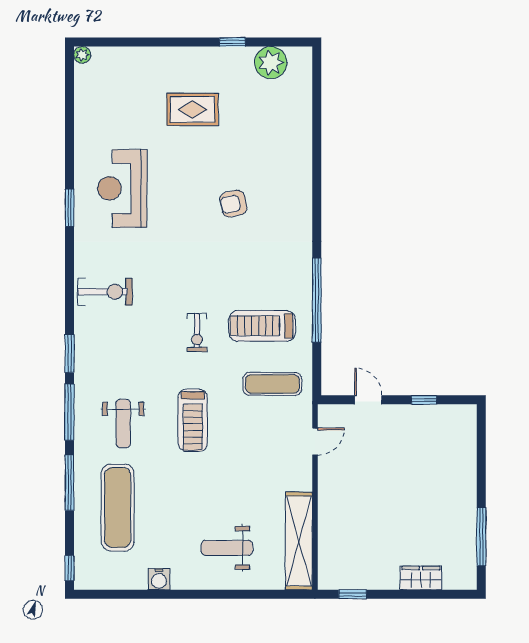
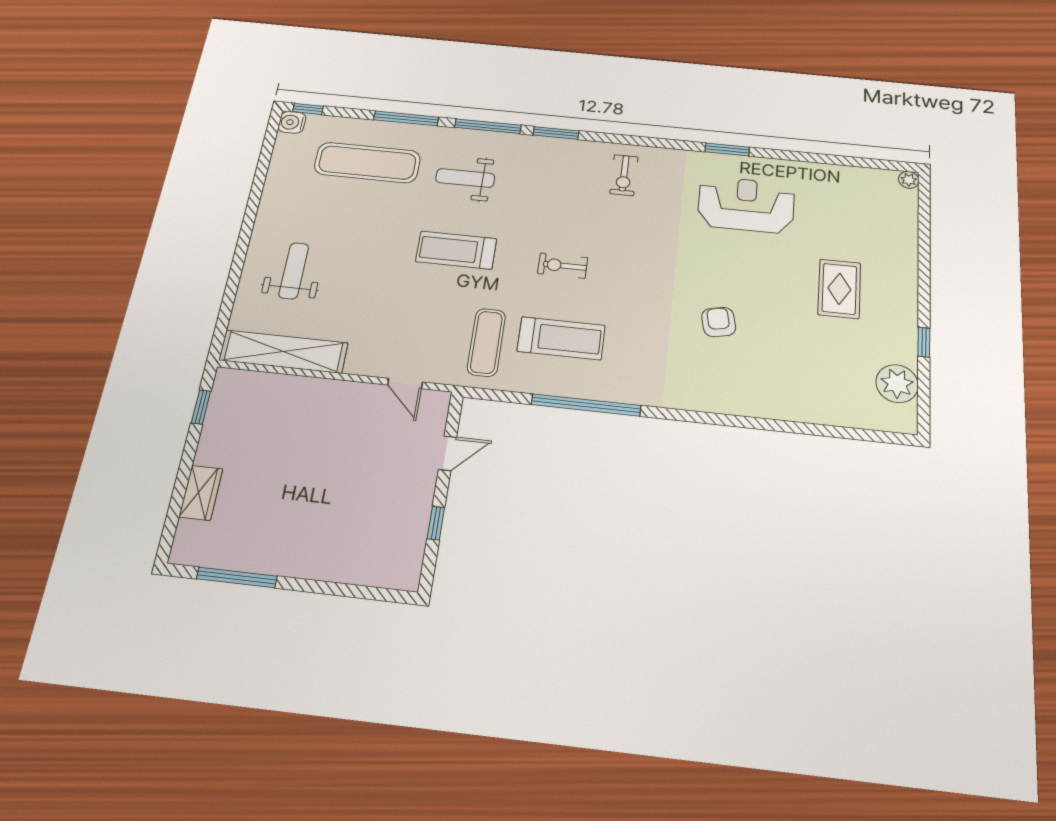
exercise bike: (105, 292) -> (624, 175), width x0.73, depth x0.72
treadmill: (262, 326) -> (561, 338), turned 90
water cooler: (159, 579) -> (292, 122), moved

